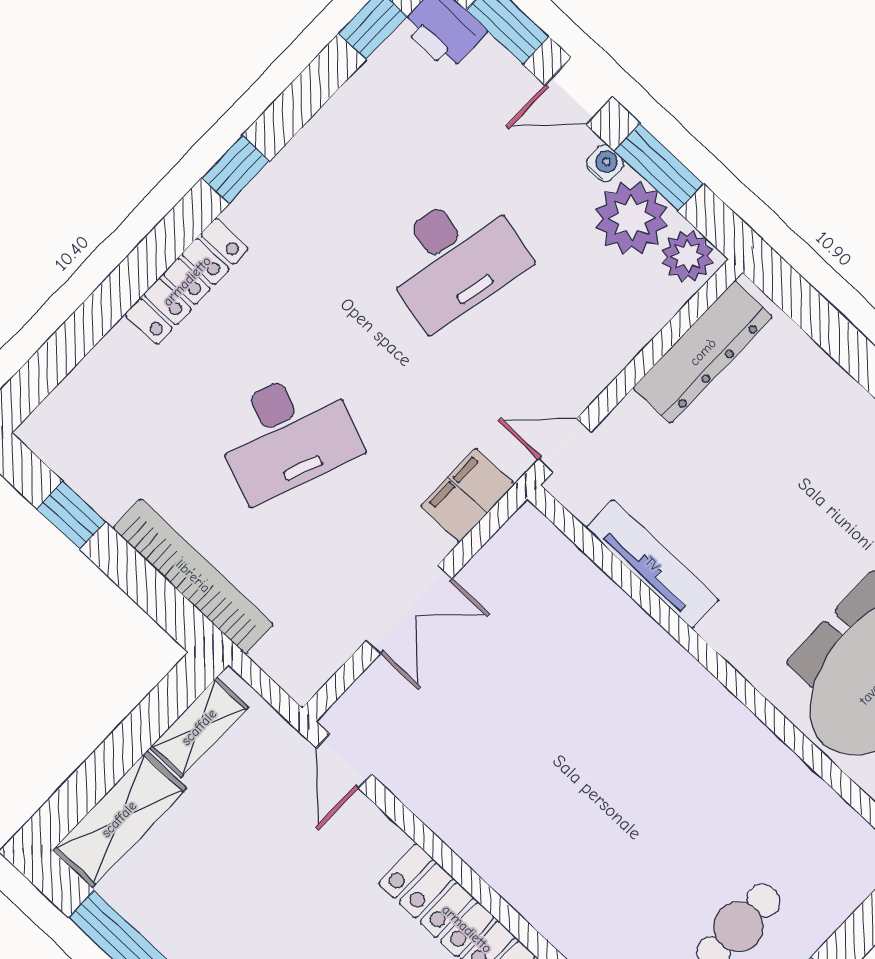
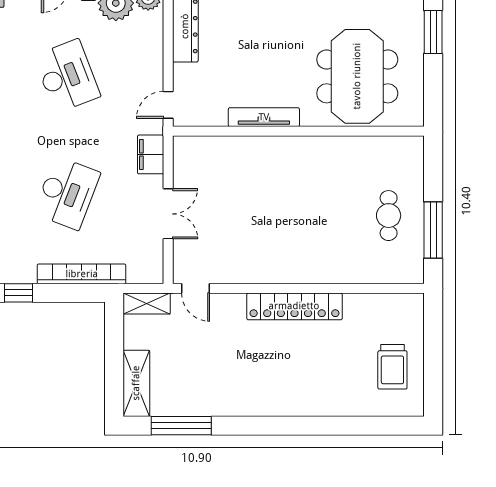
desk: (454, 258) -> (67, 76), turned -33
tv unit: (652, 564) -> (264, 117), moved
shelving: (199, 727) -> (147, 304), moved, turned 90

